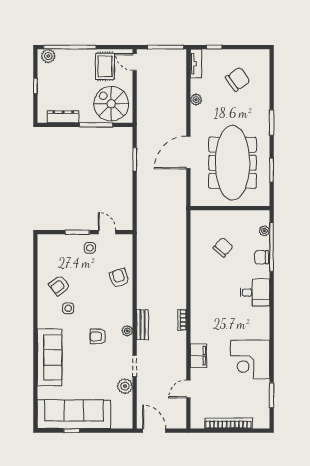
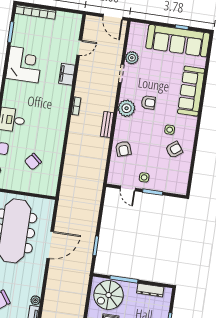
plant: (196, 100) -> (35, 300), moved
spiral stairs: (111, 104) -> (109, 295), turned 90
bench: (142, 325) -> (107, 124), moved
plant: (127, 331) -> (127, 108), width x1.88, depth x1.88
bookcase: (228, 423) -> (36, 12), moved

